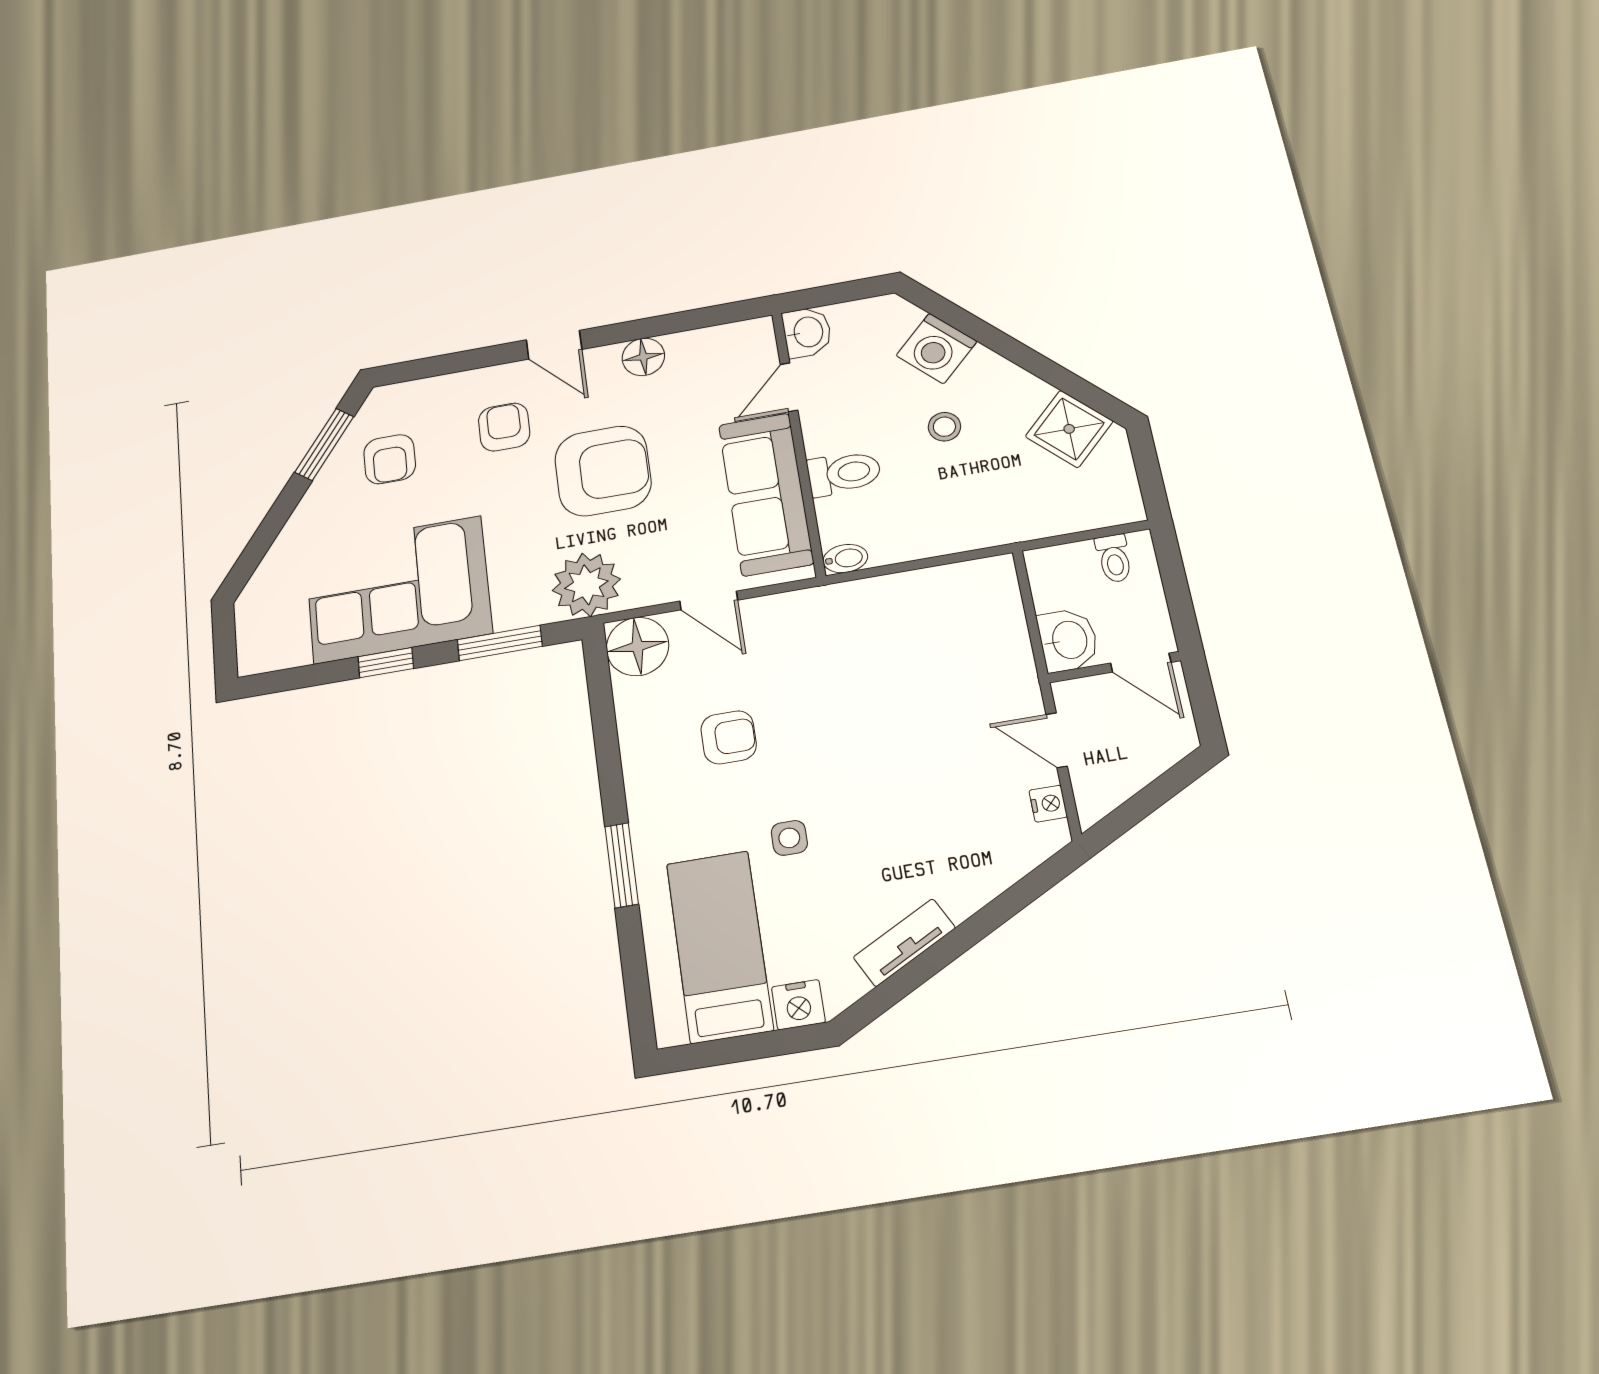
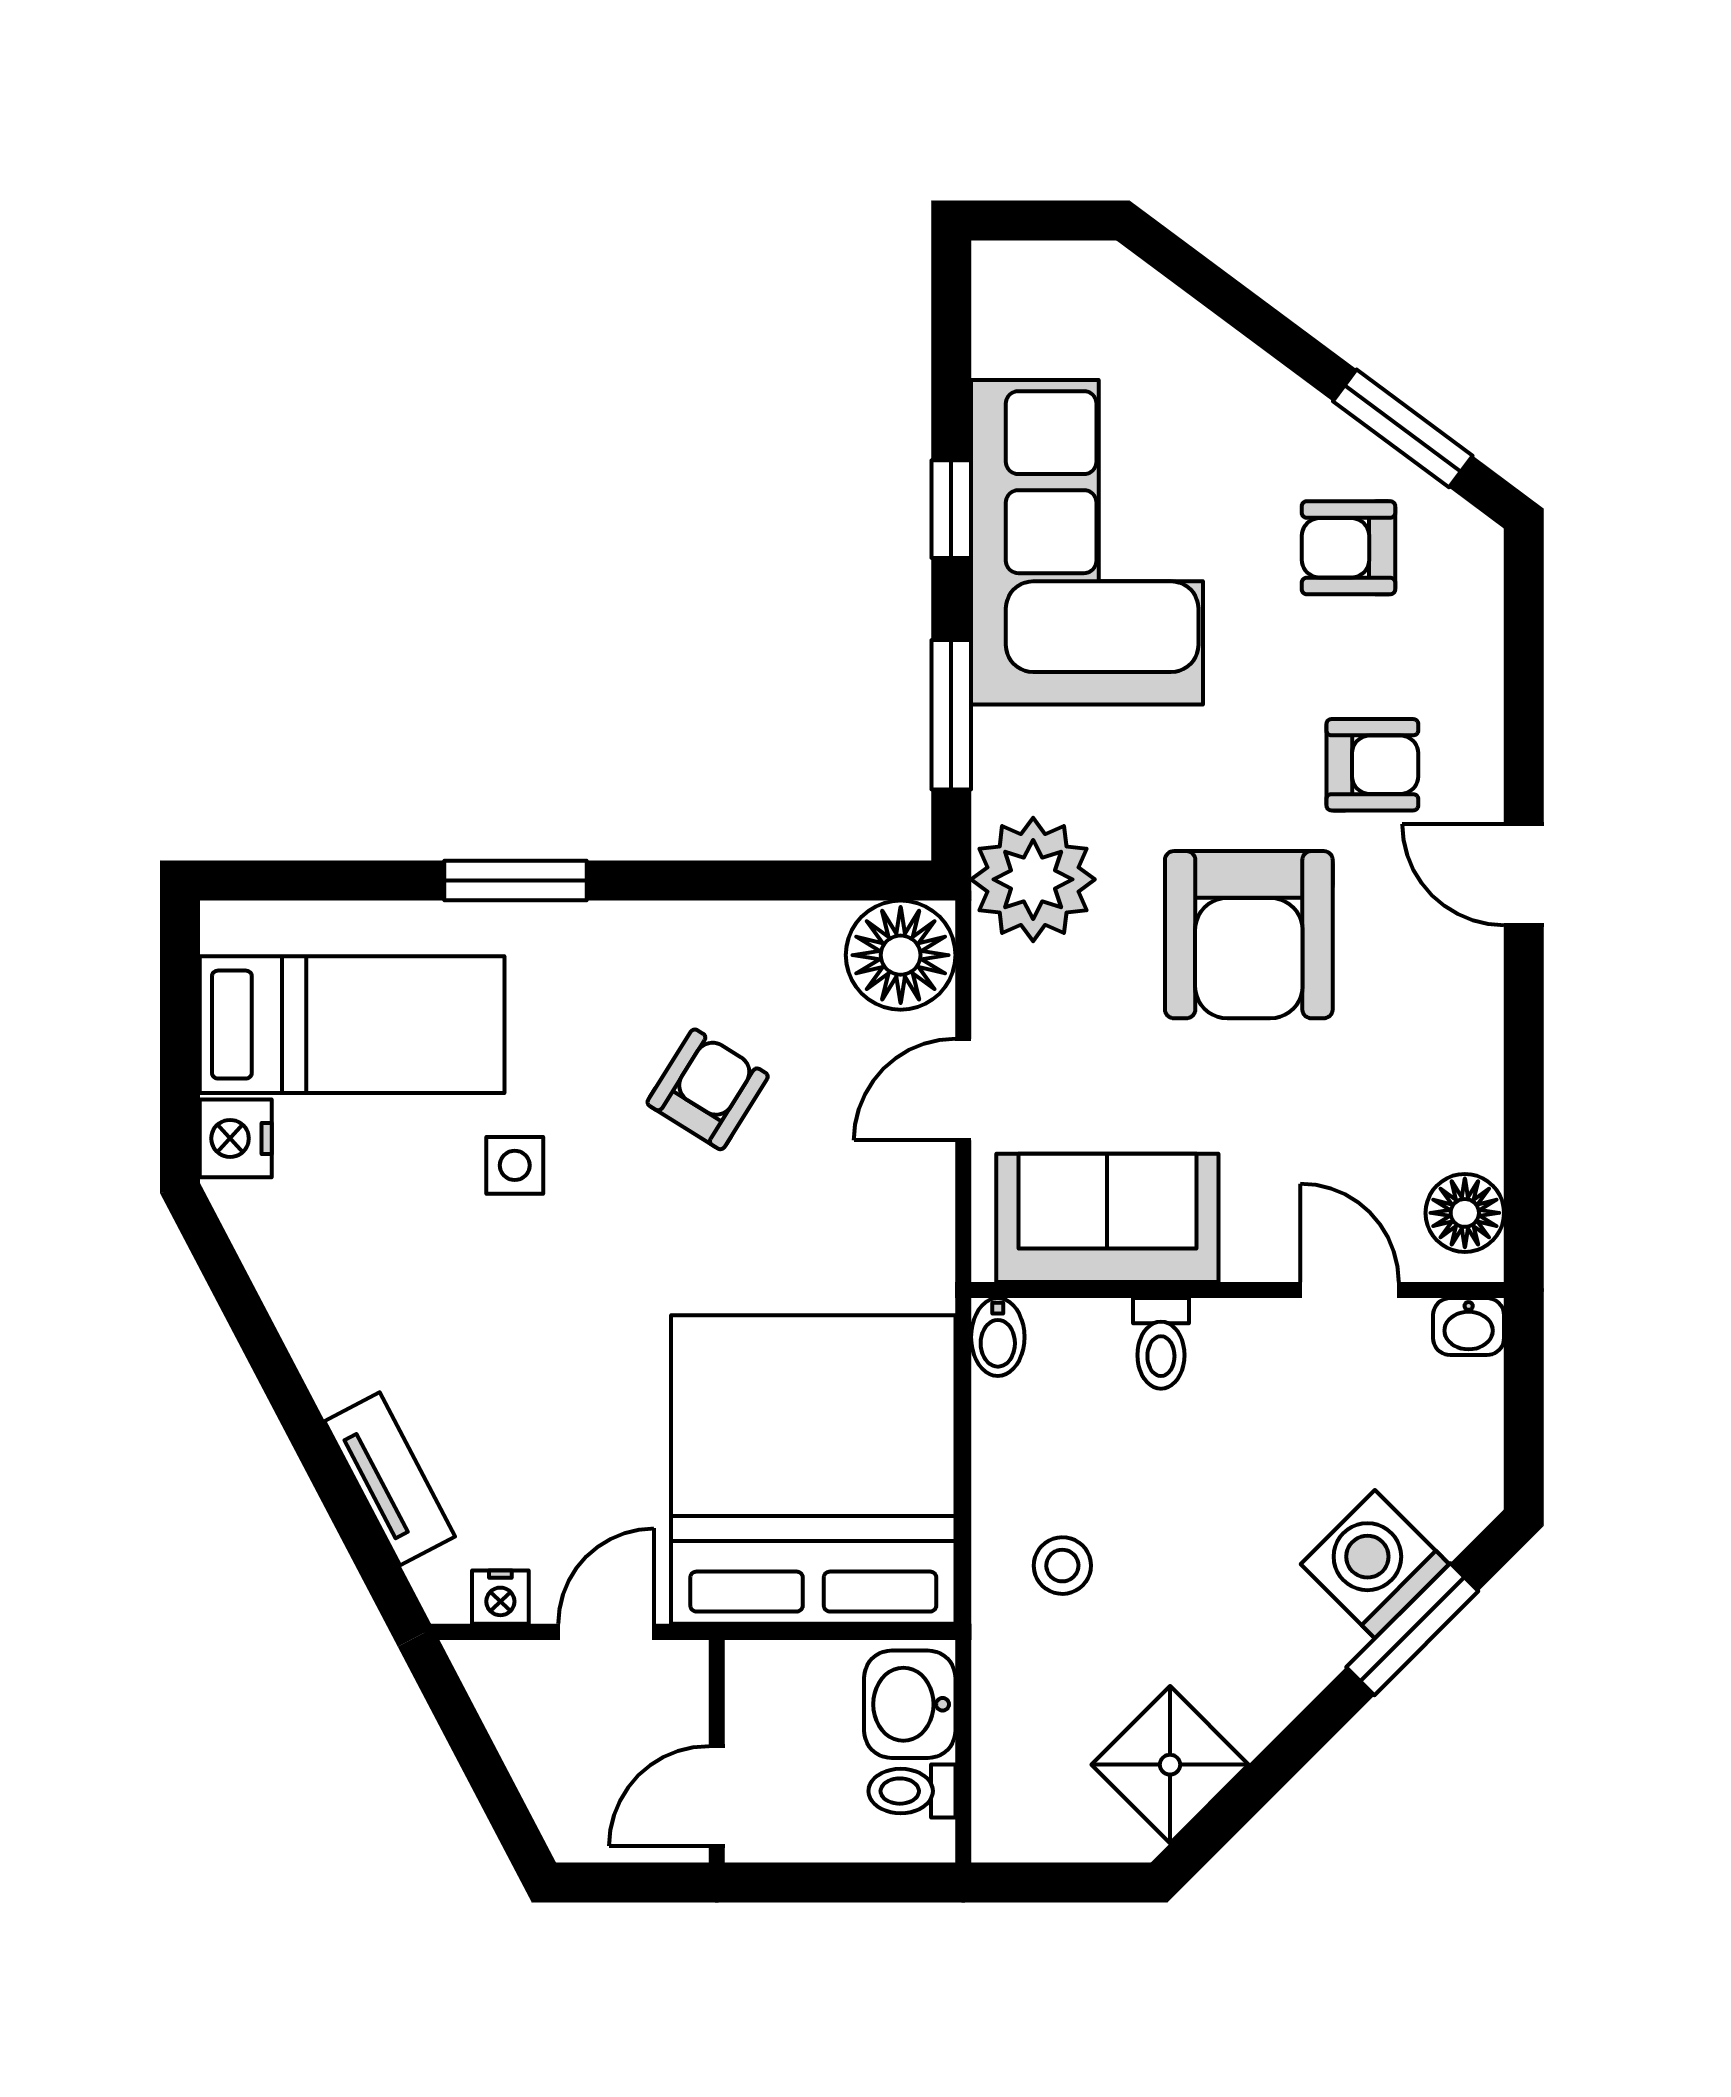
window: (968, 324) -> (1412, 1629), added
washbasin: (807, 332) -> (1469, 1327), width x0.72, depth x0.69
door: (554, 345) -> (1524, 875), hinge flipped
floor lamp: (643, 357) -> (1465, 1213), moved
stool: (944, 427) -> (1062, 1566), moved
toilet: (844, 473) -> (1161, 1343), width x0.73, depth x0.72
sofa: (766, 494) -> (1107, 1218), width x0.73
washbasin: (1068, 640) -> (910, 1704), moved, turned 90
bed: (939, 643) -> (813, 1470), added
armchair: (729, 737) -> (708, 1089), turned -148
tv unit: (904, 943) -> (390, 1479), moved

